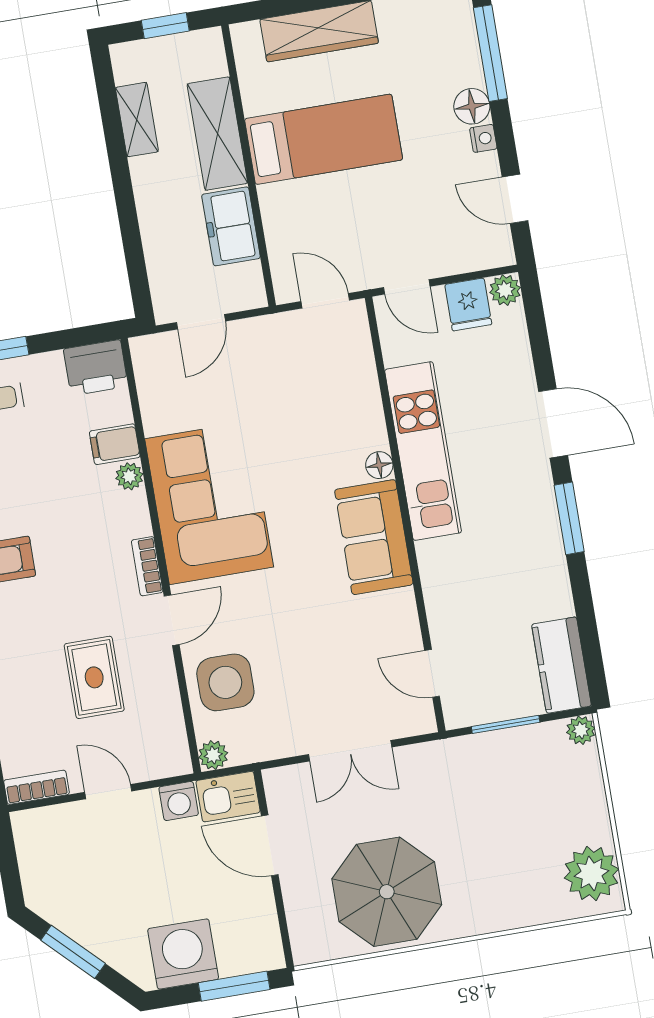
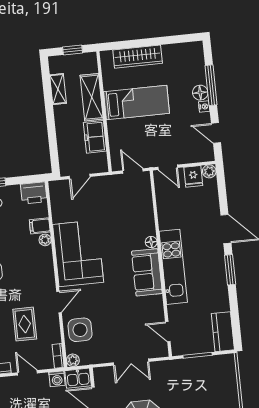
window: (490, 53) -> (211, 85), moved
kitchen unit: (423, 451) -> (173, 267), moved
bookcase: (147, 566) -> (58, 356), moved
plant: (581, 730) -> (229, 360), removed

